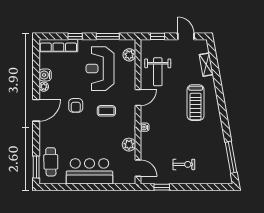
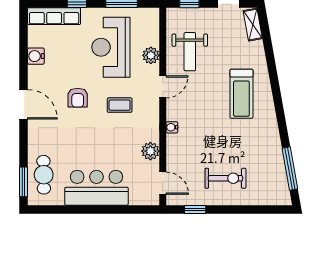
plant: (129, 55) -> (151, 55), moved
shelving: (206, 65) -> (253, 25), moved
plant: (44, 87) -> (34, 72), removed
door: (36, 110) -> (24, 104), hinge flipped
exercise bike: (184, 164) -> (225, 178), width x1.38, depth x1.39

